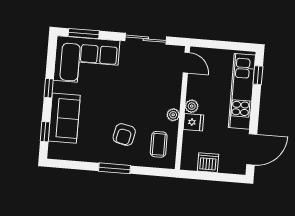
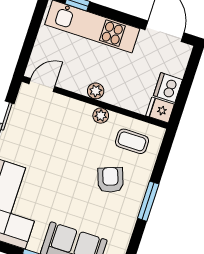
fridge: (193, 122) -> (160, 110), moved, turned -90
armchair: (124, 135) -> (110, 180), turned -122

